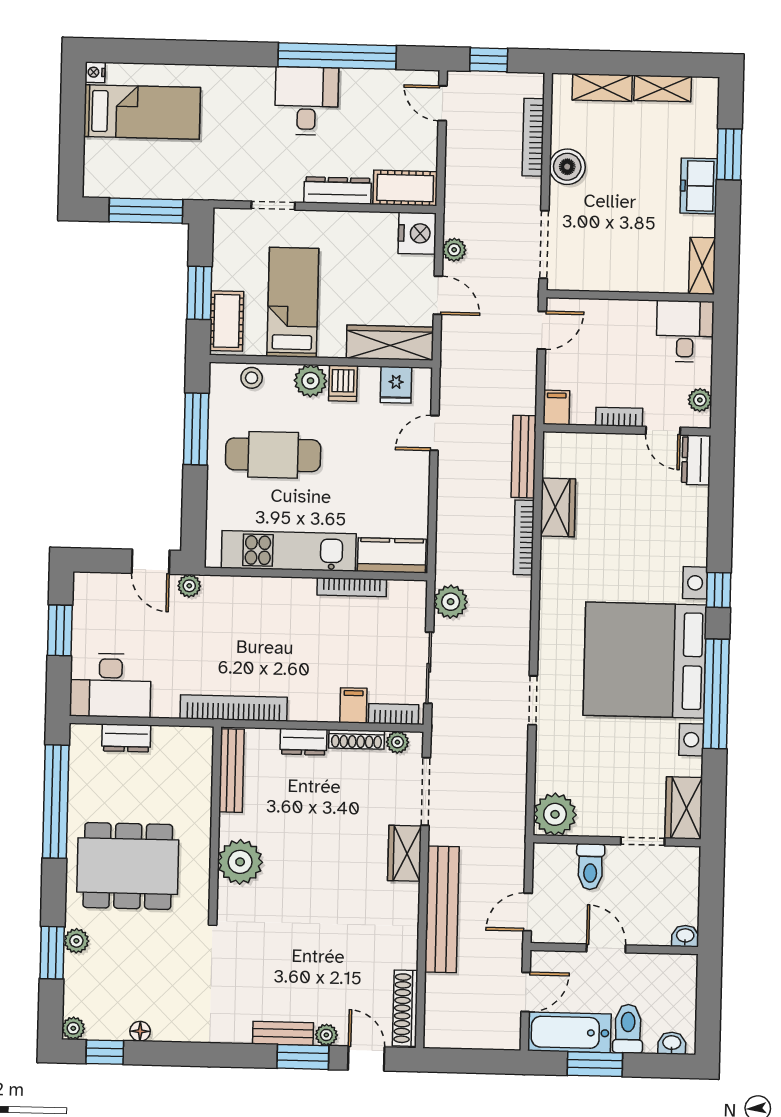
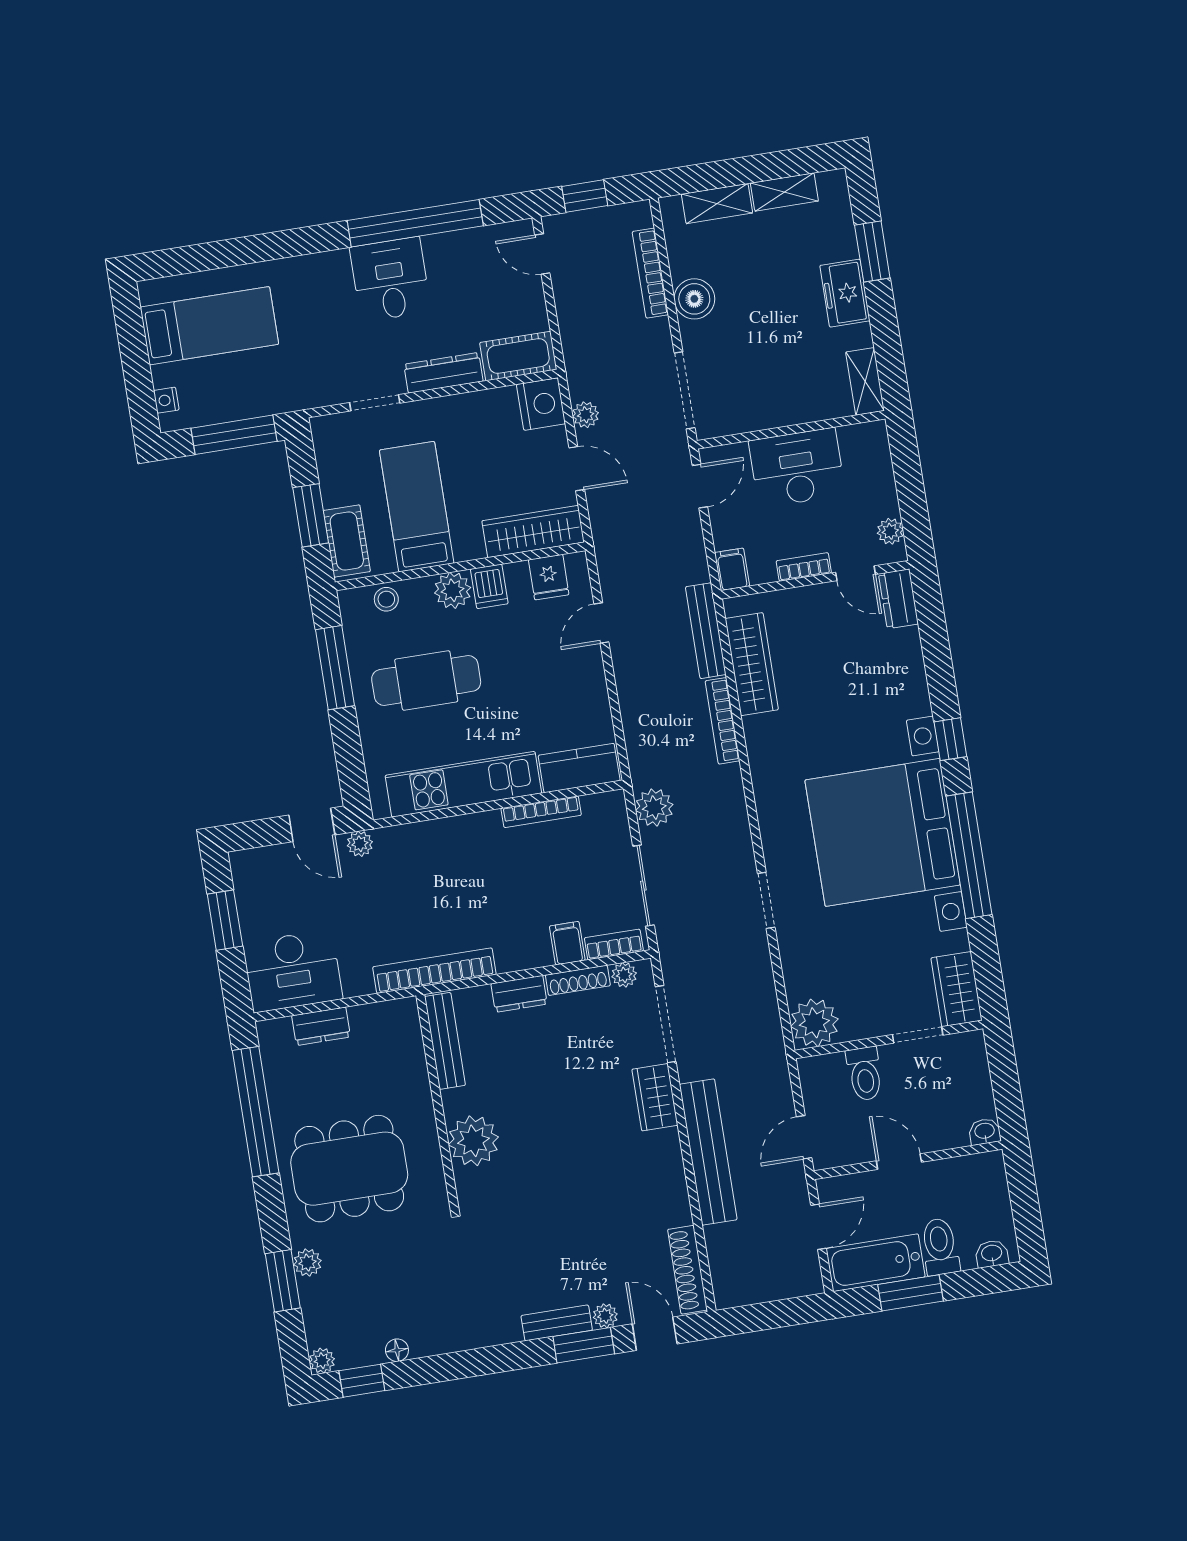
nightstand: (95, 72) -> (166, 400), moved
desk: (685, 331) -> (797, 468), moved, width x1.37
wardrobe: (558, 507) -> (752, 664), width x1.50

